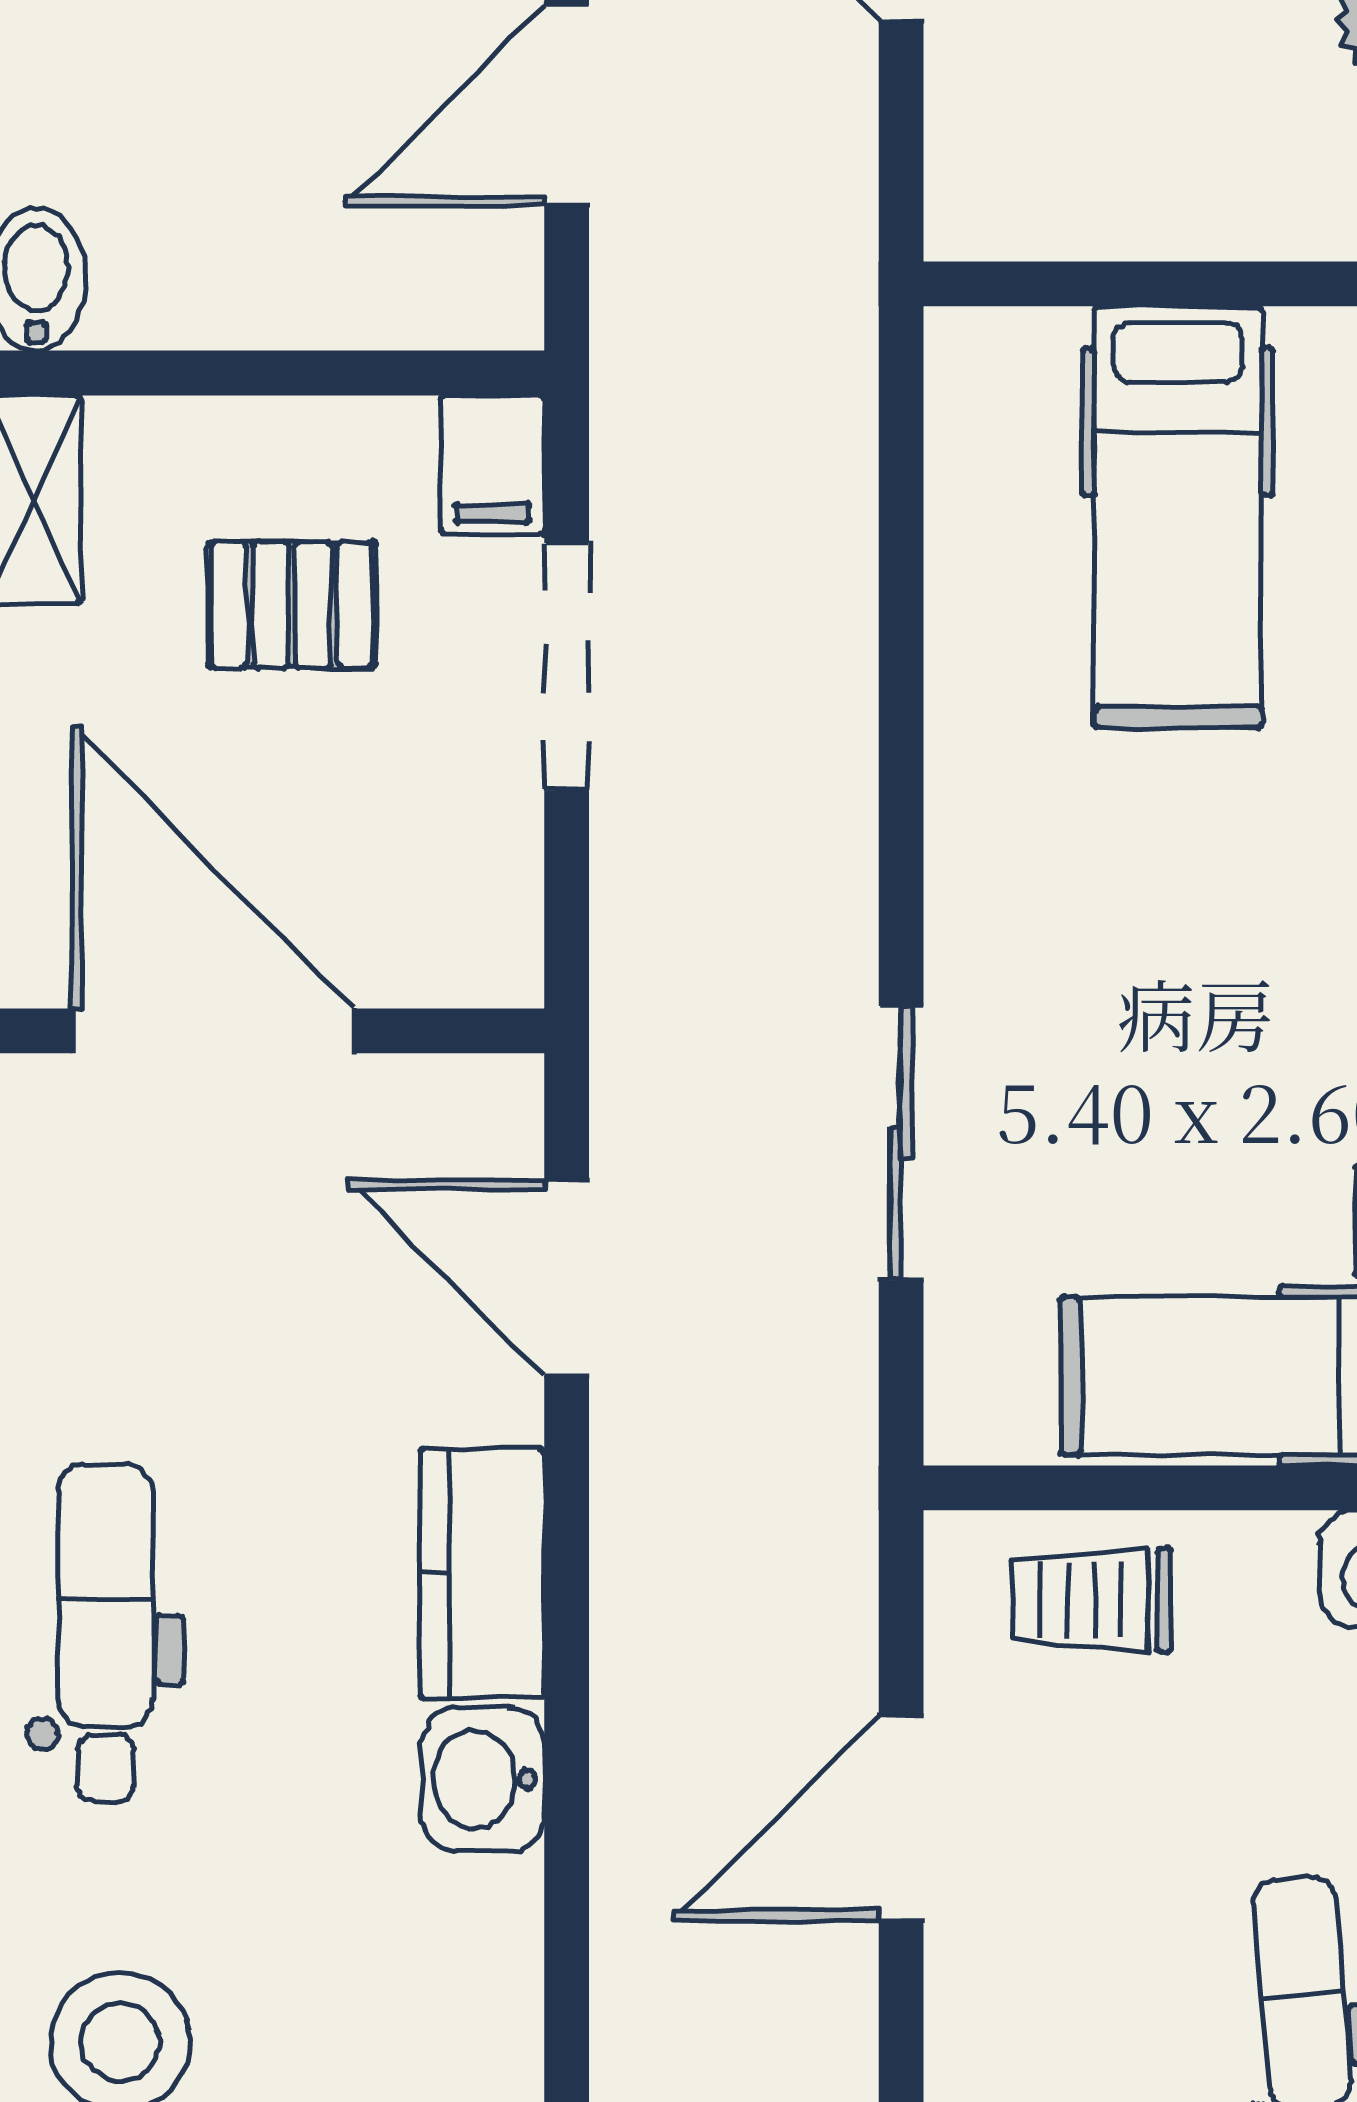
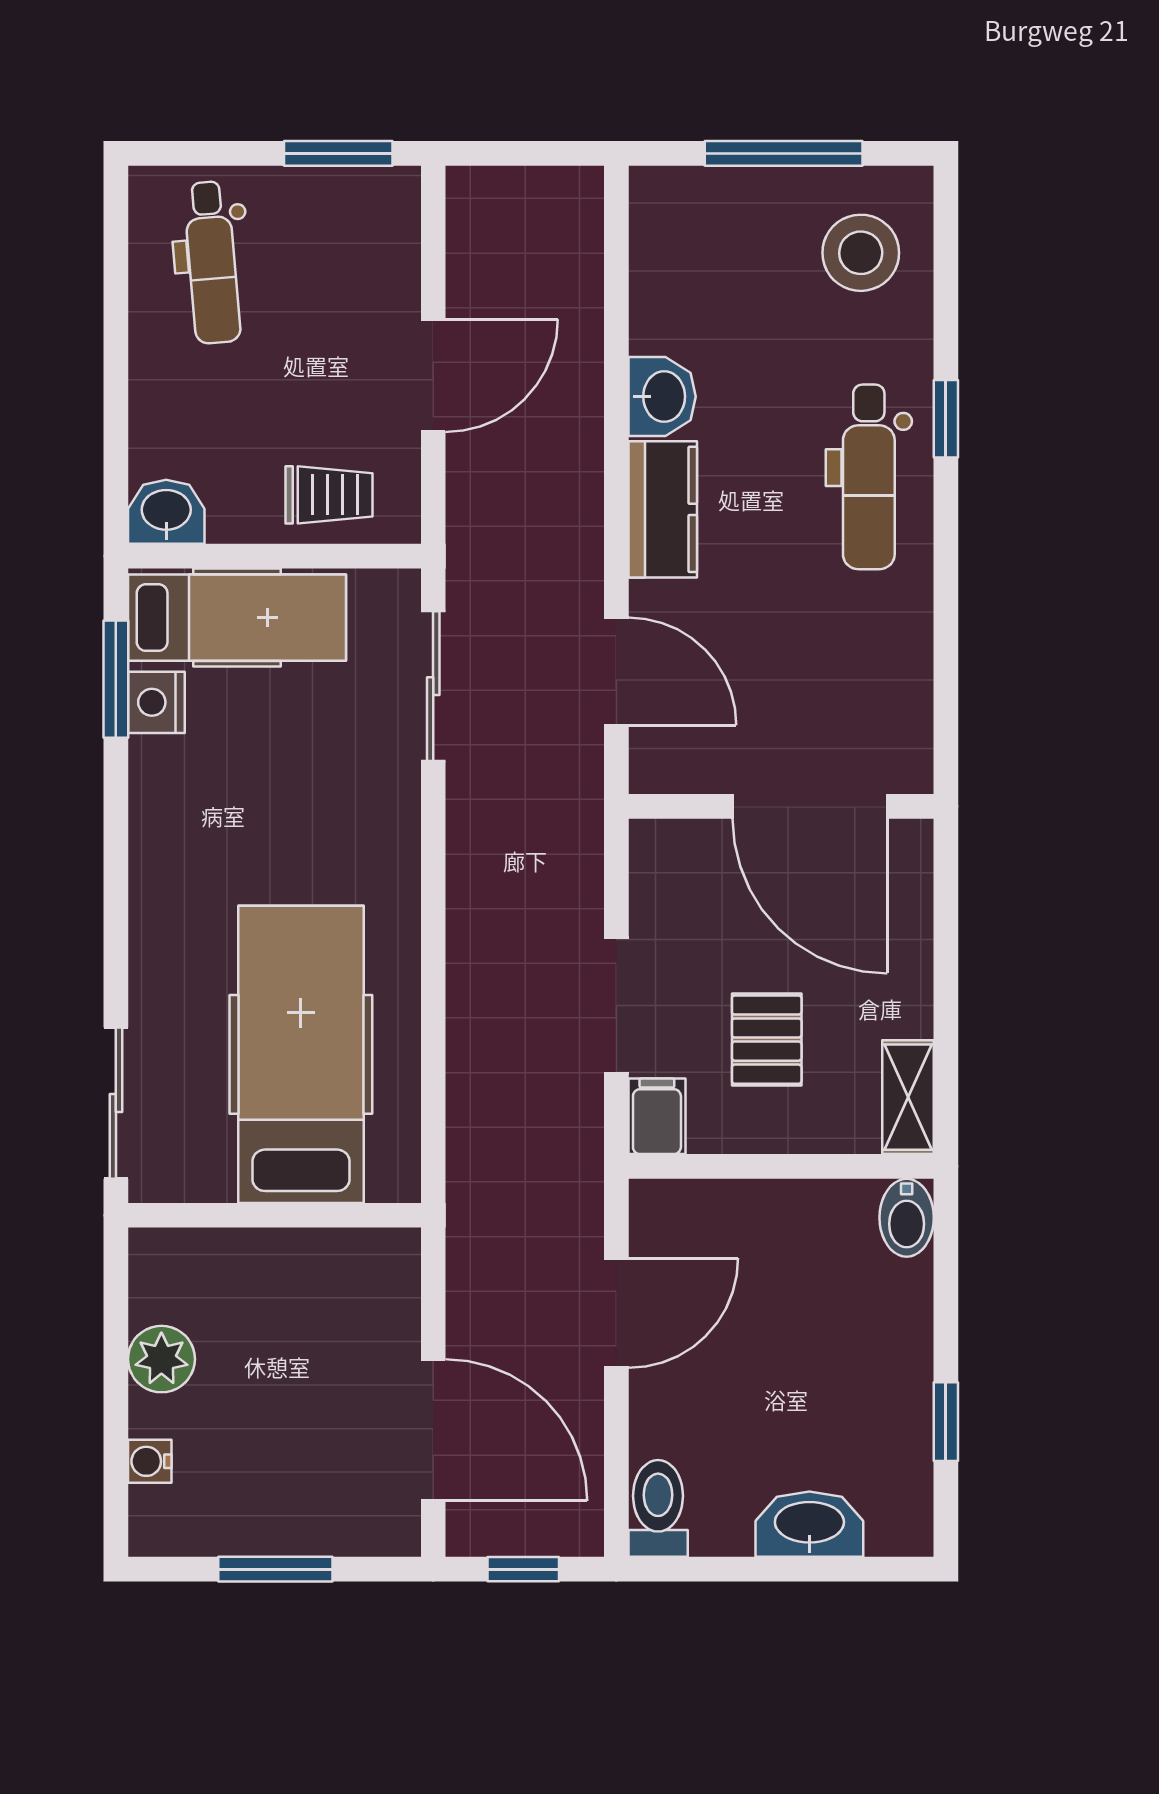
hospital bed: (1178, 517) -> (301, 1054), width x1.37, depth x1.29
pallet: (292, 605) -> (767, 1040), turned 90
sliding door: (901, 1143) -> (433, 686), moved

